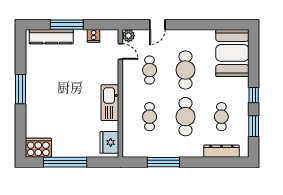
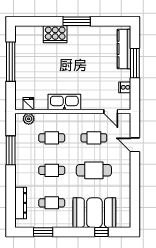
plant: (128, 36) -> (29, 119), moved
door: (120, 51) -> (111, 111), hinge flipped
booth: (232, 53) -> (94, 213), moved
window: (254, 95) -> (101, 232), moved
cafe table: (185, 117) -> (52, 170), width x0.73, depth x0.74
fridge: (109, 142) -> (28, 104), width x0.53, depth x0.75
cooker: (38, 148) -> (55, 34), moved, turned 90

